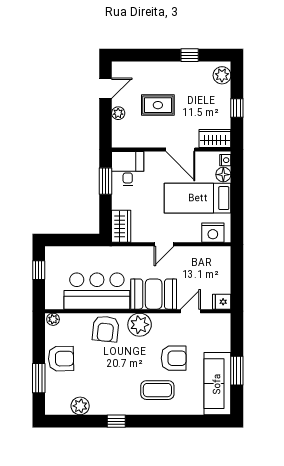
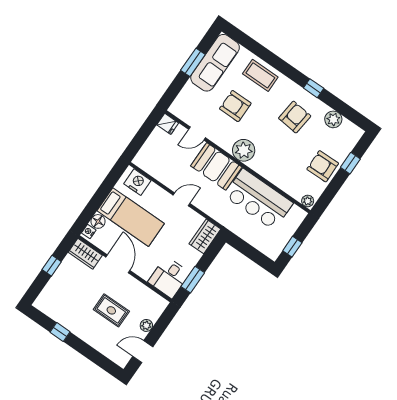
plant: (222, 75) -> (46, 299), removed
armchair: (106, 329) -> (295, 117), moved
window: (39, 378) -> (350, 163), width x0.67
coffee table: (157, 390) -> (260, 75), moved

